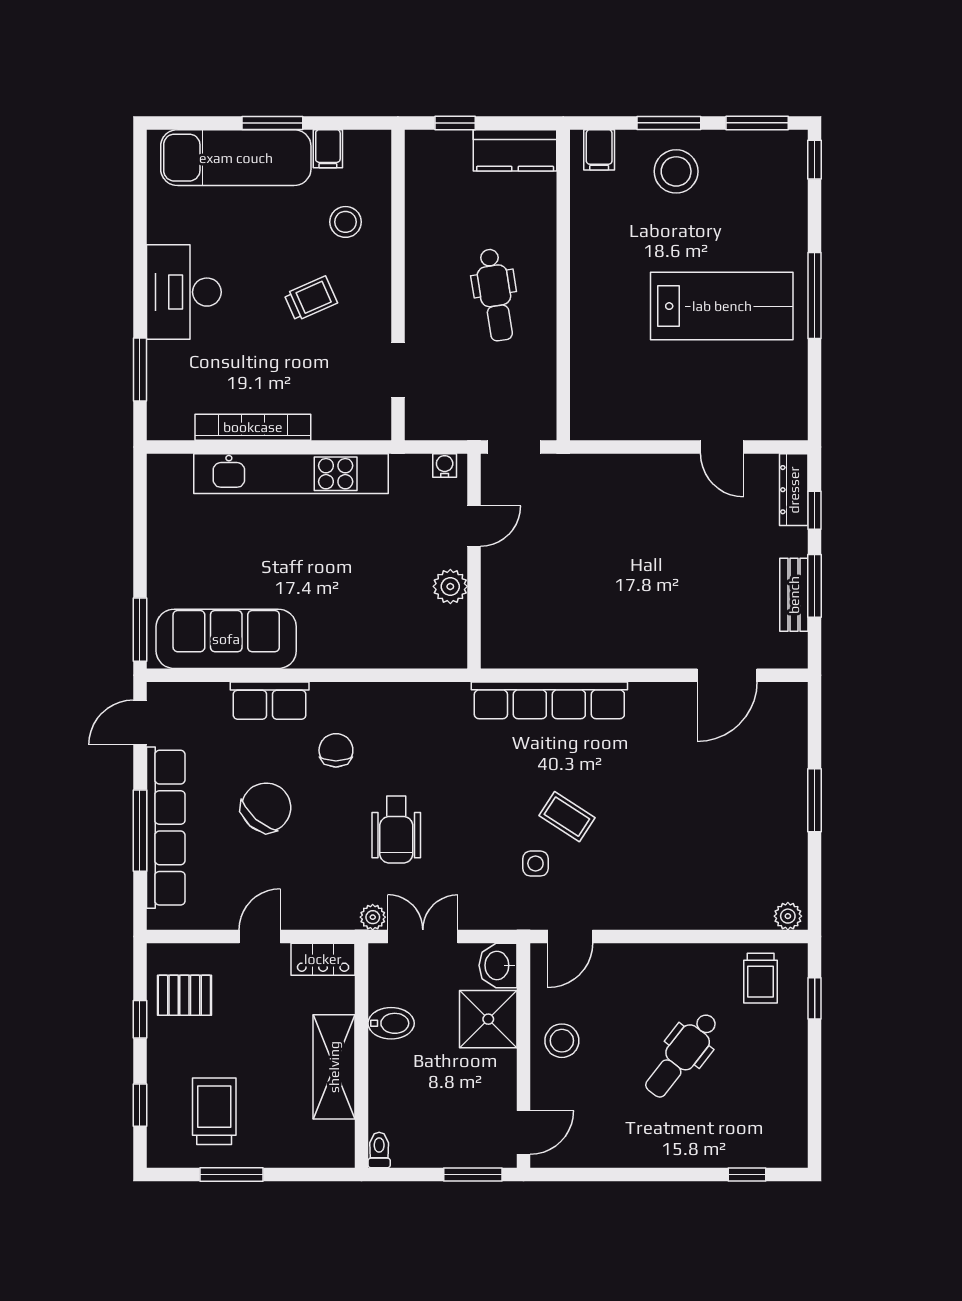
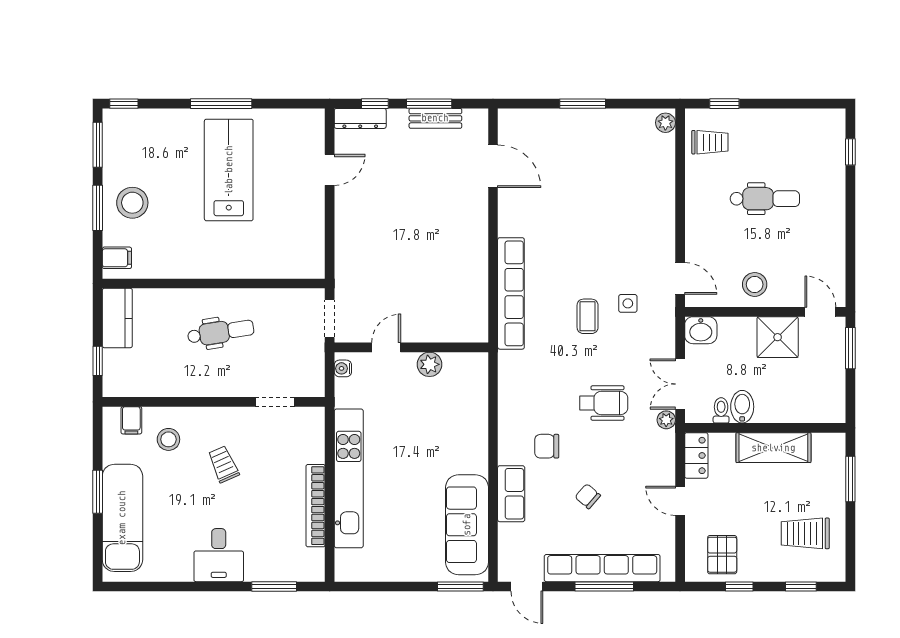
filing cabinet: (328, 149) -> (131, 420), moved, turned 90
desk: (184, 292) -> (219, 555), width x0.73
door: (474, 526) -> (386, 347), hinge flipped
chair: (266, 807) -> (588, 496), width x0.54, depth x0.54
coffee table: (567, 817) -> (588, 316), moved, turned -33
shower: (488, 1019) -> (778, 337), moved
dental chair: (682, 1055) -> (765, 199), turned -38
toilet: (379, 1150) -> (721, 410), moved, turned 90
window: (231, 1175) -> (850, 479), moved

